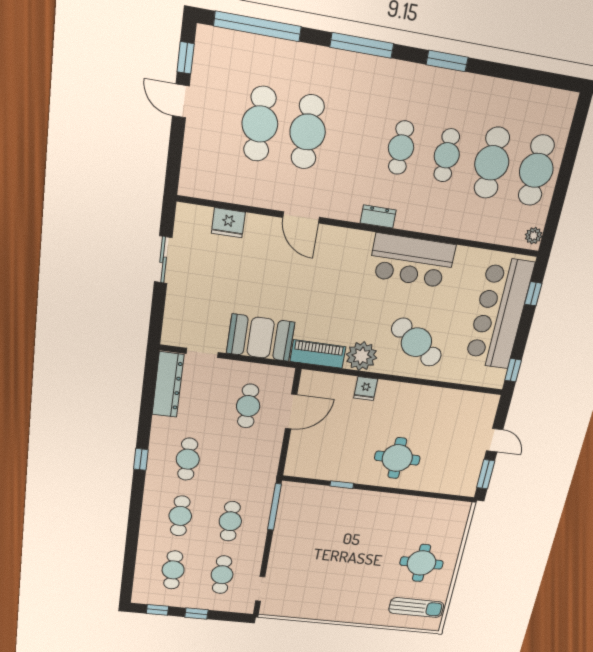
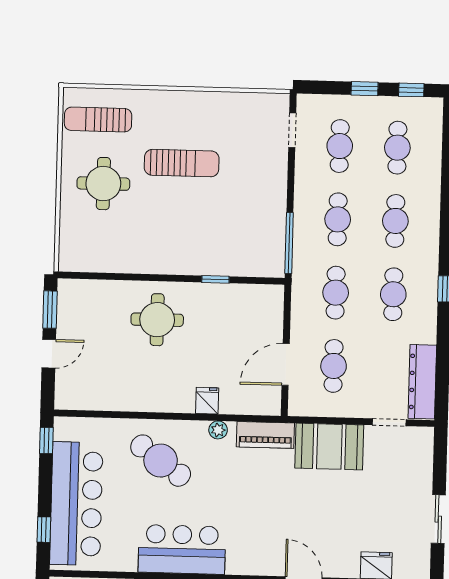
plant: (362, 356) -> (218, 430), width x0.53, depth x0.53
door: (495, 440) -> (49, 354), swing flipped
cafe table: (239, 465) -> (336, 293), added
sun lounger: (355, 572) -> (182, 163), added

